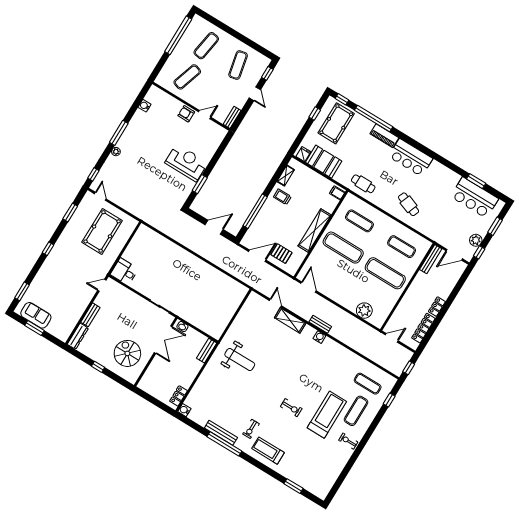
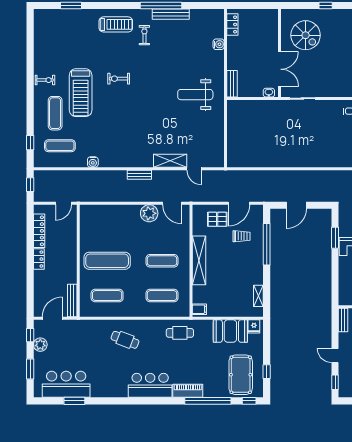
trolley: (282, 197) -> (242, 236), moved
exercise mat: (343, 248) -> (162, 261), width x0.73, depth x0.69
plant: (364, 311) -> (149, 213), moved
water cooler: (319, 337) -> (93, 162), moved
double door: (163, 340) -> (280, 69), swing flipped
water cooler: (184, 410) -> (219, 44), moved

